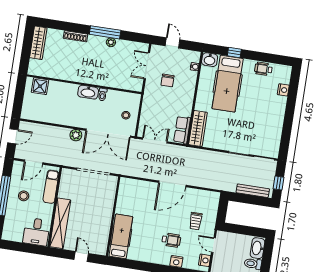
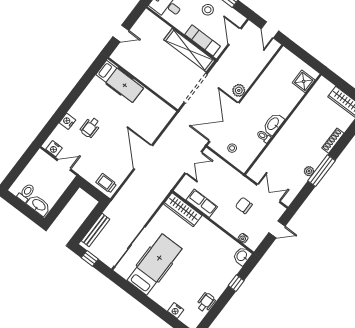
hospital bed: (228, 84) -> (154, 265), moved, turned 90
row of seats: (182, 130) -> (202, 203), moved
trolley: (196, 221) -> (106, 183), moved
shelving: (60, 223) -> (189, 50), moved

